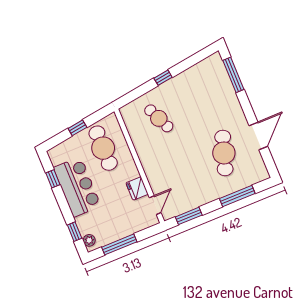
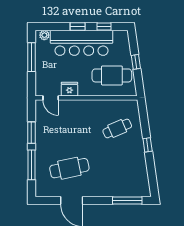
cafe table: (224, 153) -> (69, 168), turned -30
bar counter: (77, 187) -> (81, 43), width x1.36
window: (189, 216) -> (31, 133), moved
window: (75, 232) -> (78, 26), moved

